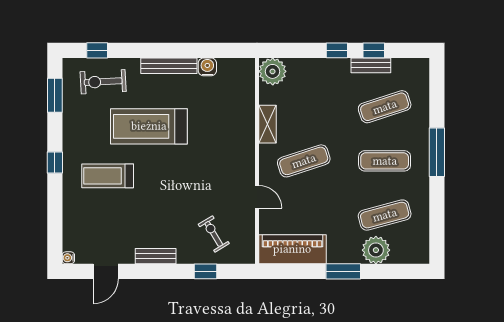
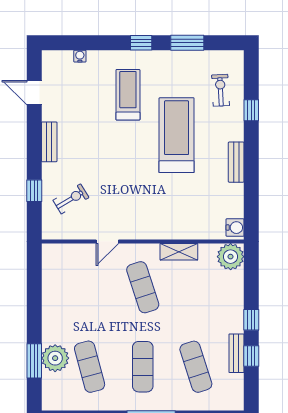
window: (97, 50) -> (251, 110), moved
bench: (169, 66) -> (236, 162), width x0.73
water cooler: (207, 67) -> (235, 228), moved
exercise bike: (103, 82) -> (220, 90), width x0.73, depth x0.72
window: (55, 95) -> (187, 43), moved
piano: (292, 249) -> (56, 276), removed
water cooler: (68, 258) -> (80, 56), moved
window: (343, 271) -> (34, 361), moved

